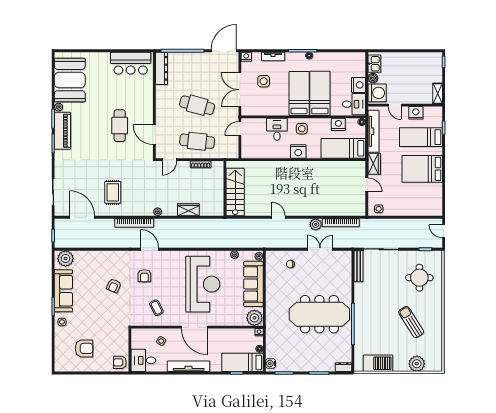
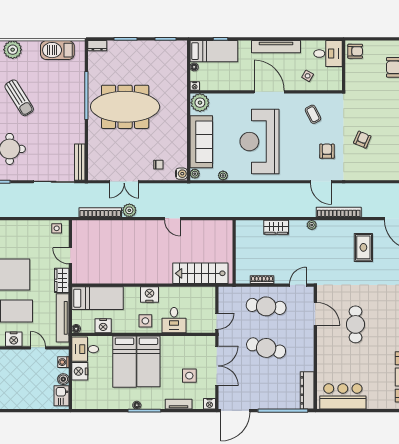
washing machine: (377, 93) -> (63, 362), width x0.53, depth x0.53
stairs: (235, 192) -> (200, 273), moved, turned 90
water cooler: (271, 363) -> (181, 174), moved

